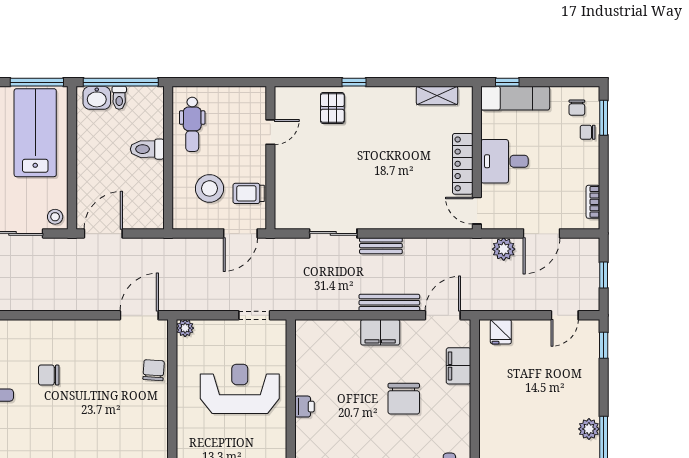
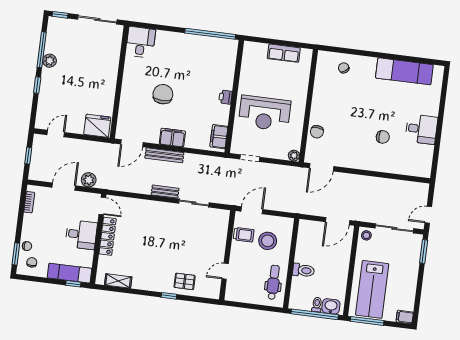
pallet: (332, 108) -> (185, 281), turned 90
fridge: (501, 332) -> (97, 126), width x1.88, depth x1.34
window: (604, 345) -> (37, 85), moved
filing cabinet: (459, 366) -> (219, 137), moved, turned 180

